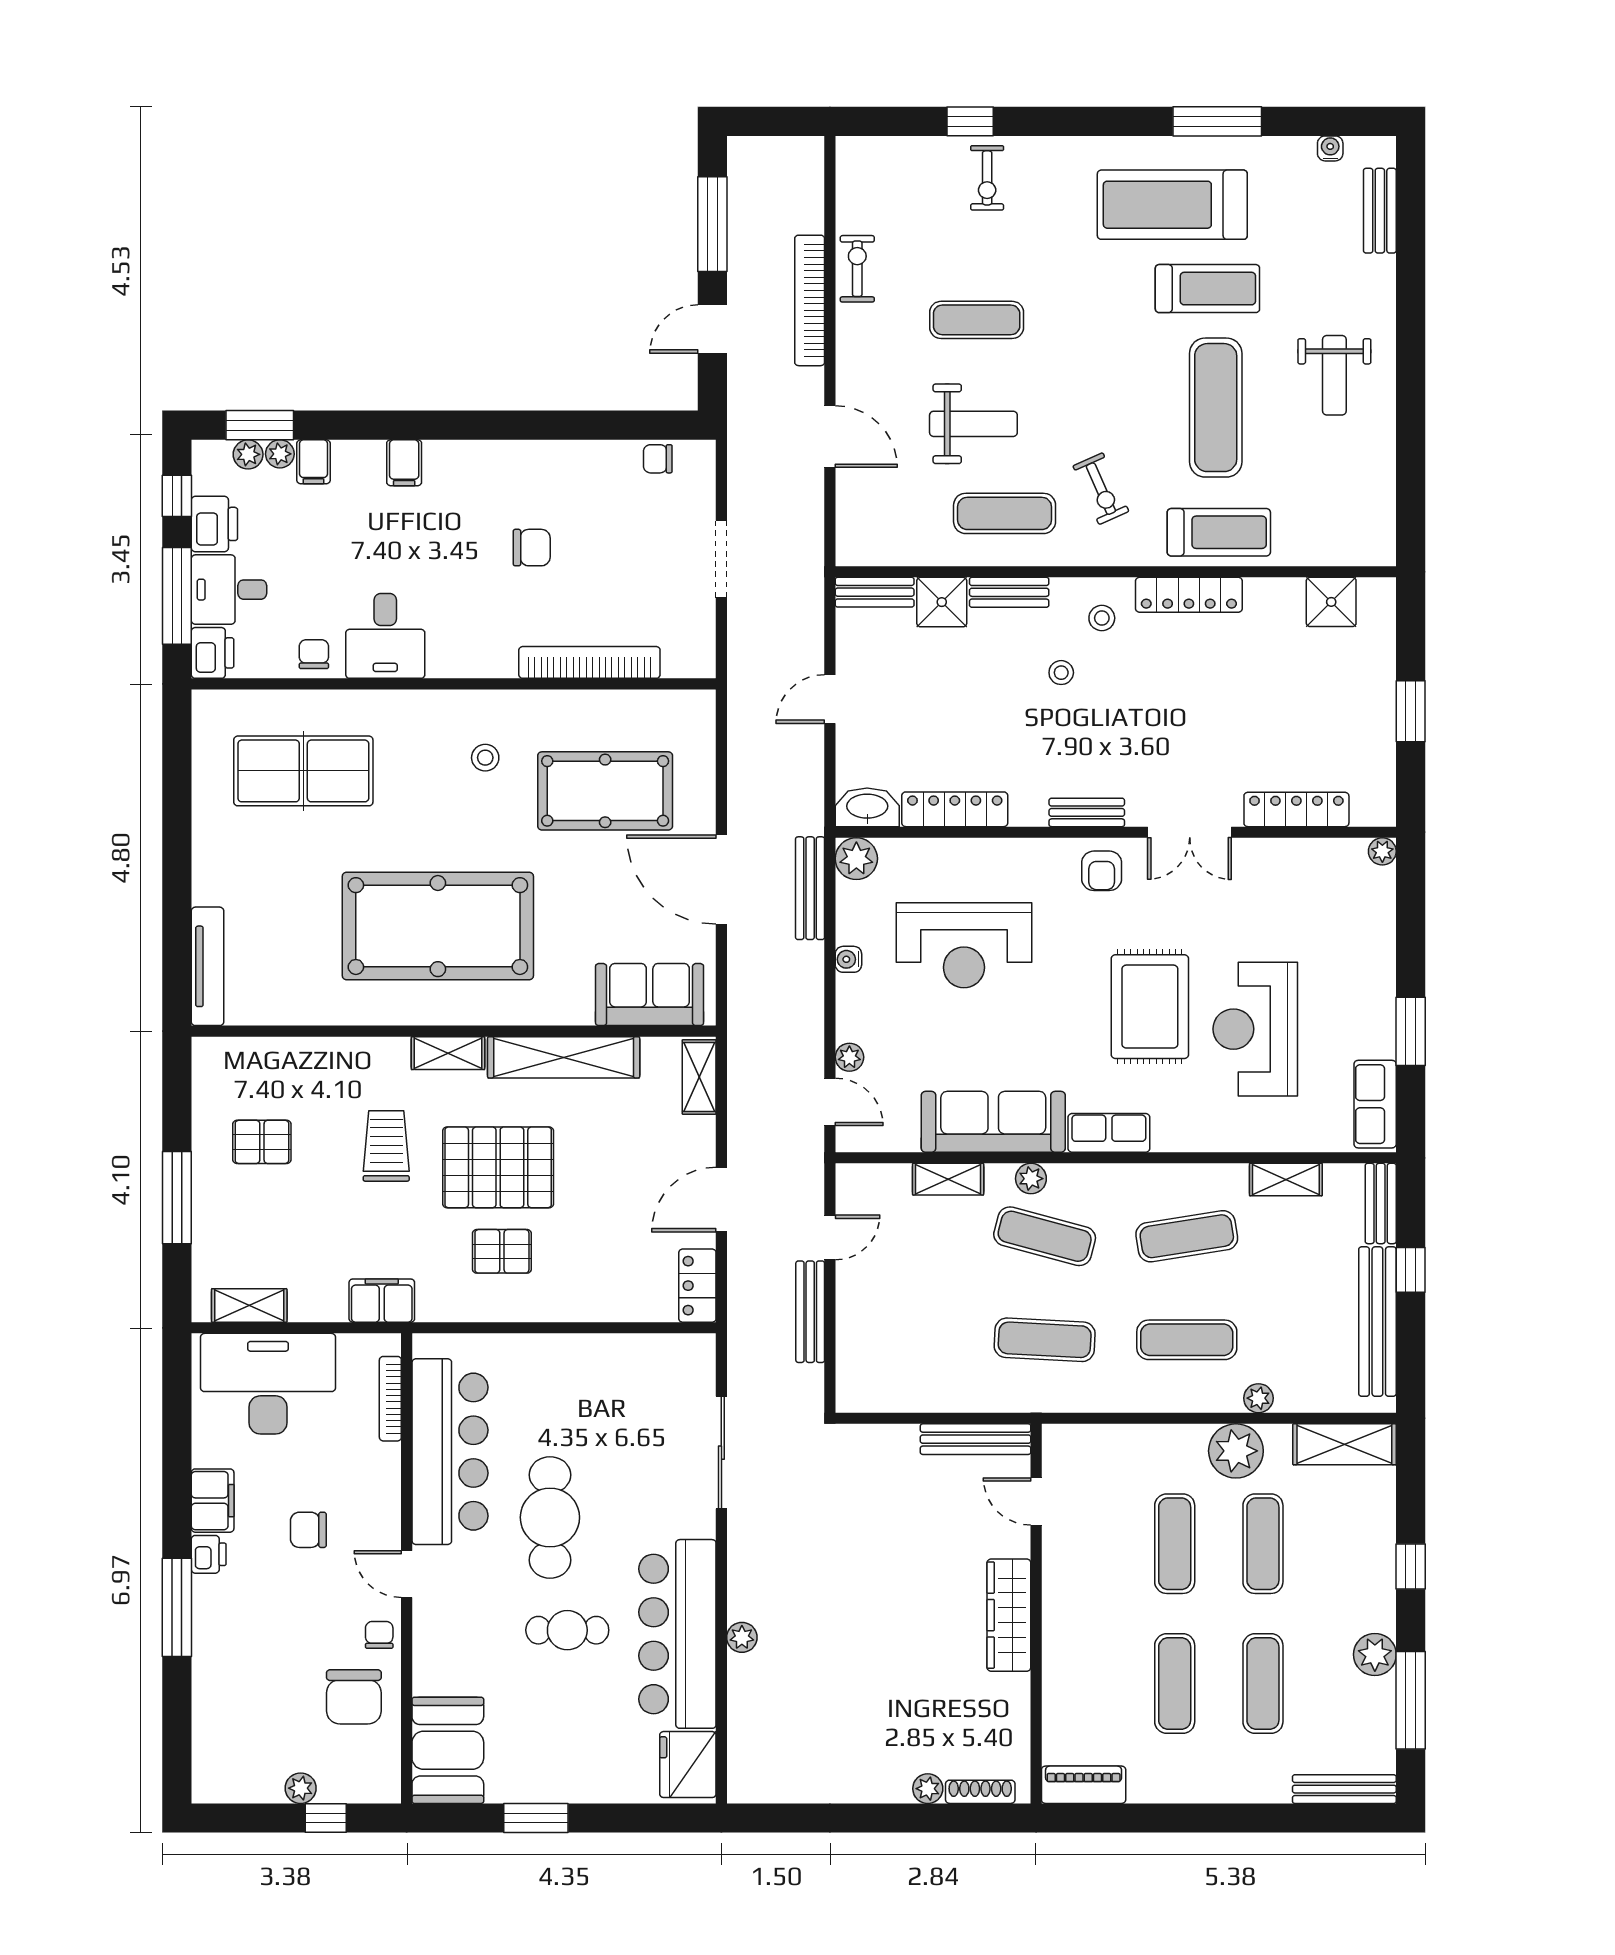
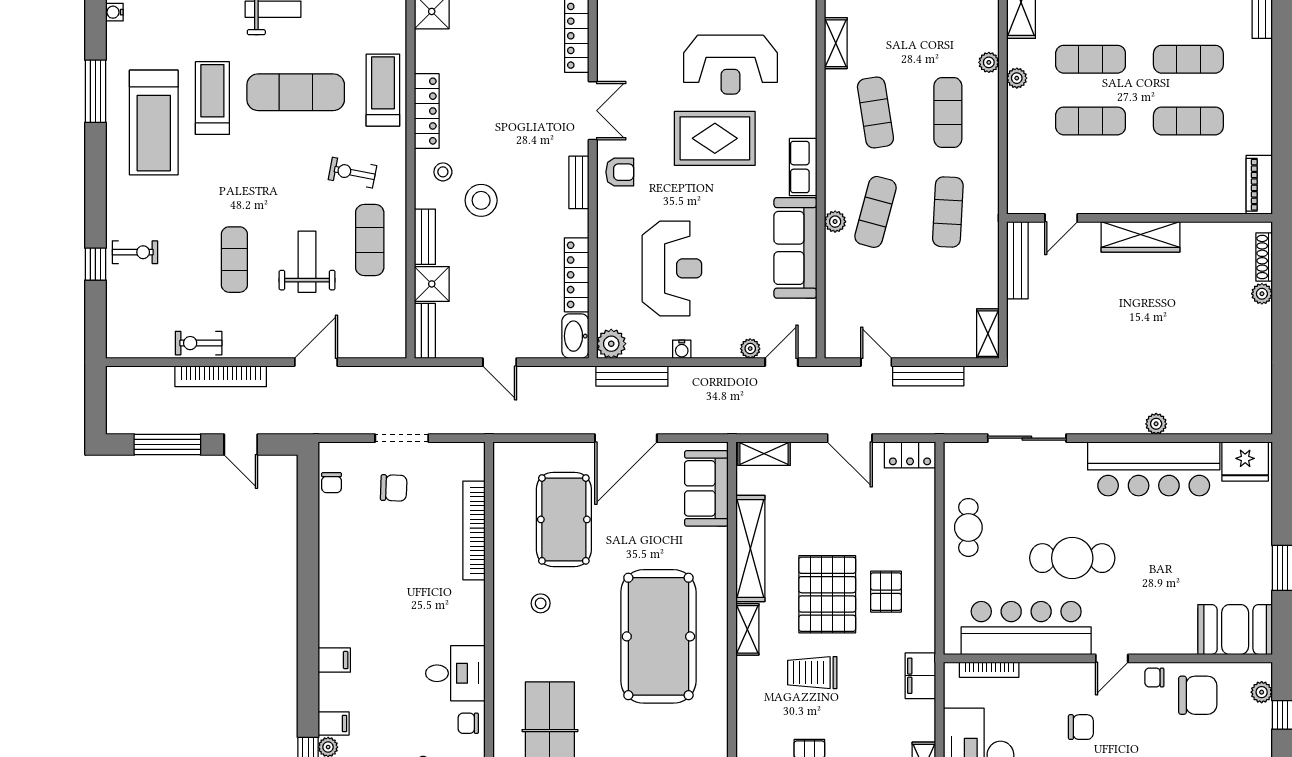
exercise bike: (1101, 489) -> (352, 173), turned -145
chair: (532, 548) -> (394, 488), moved, turned 92
stool: (1061, 673) -> (481, 200), width x1.89, depth x1.89
shelving: (948, 1179) -> (988, 334), moved
plant: (1236, 1451) -> (1017, 78), width x0.53, depth x0.53
chair: (308, 1530) -> (1081, 727), turned -90
cafe table: (567, 1630) -> (968, 527), moved
plant: (301, 1788) -> (1262, 692), moved

